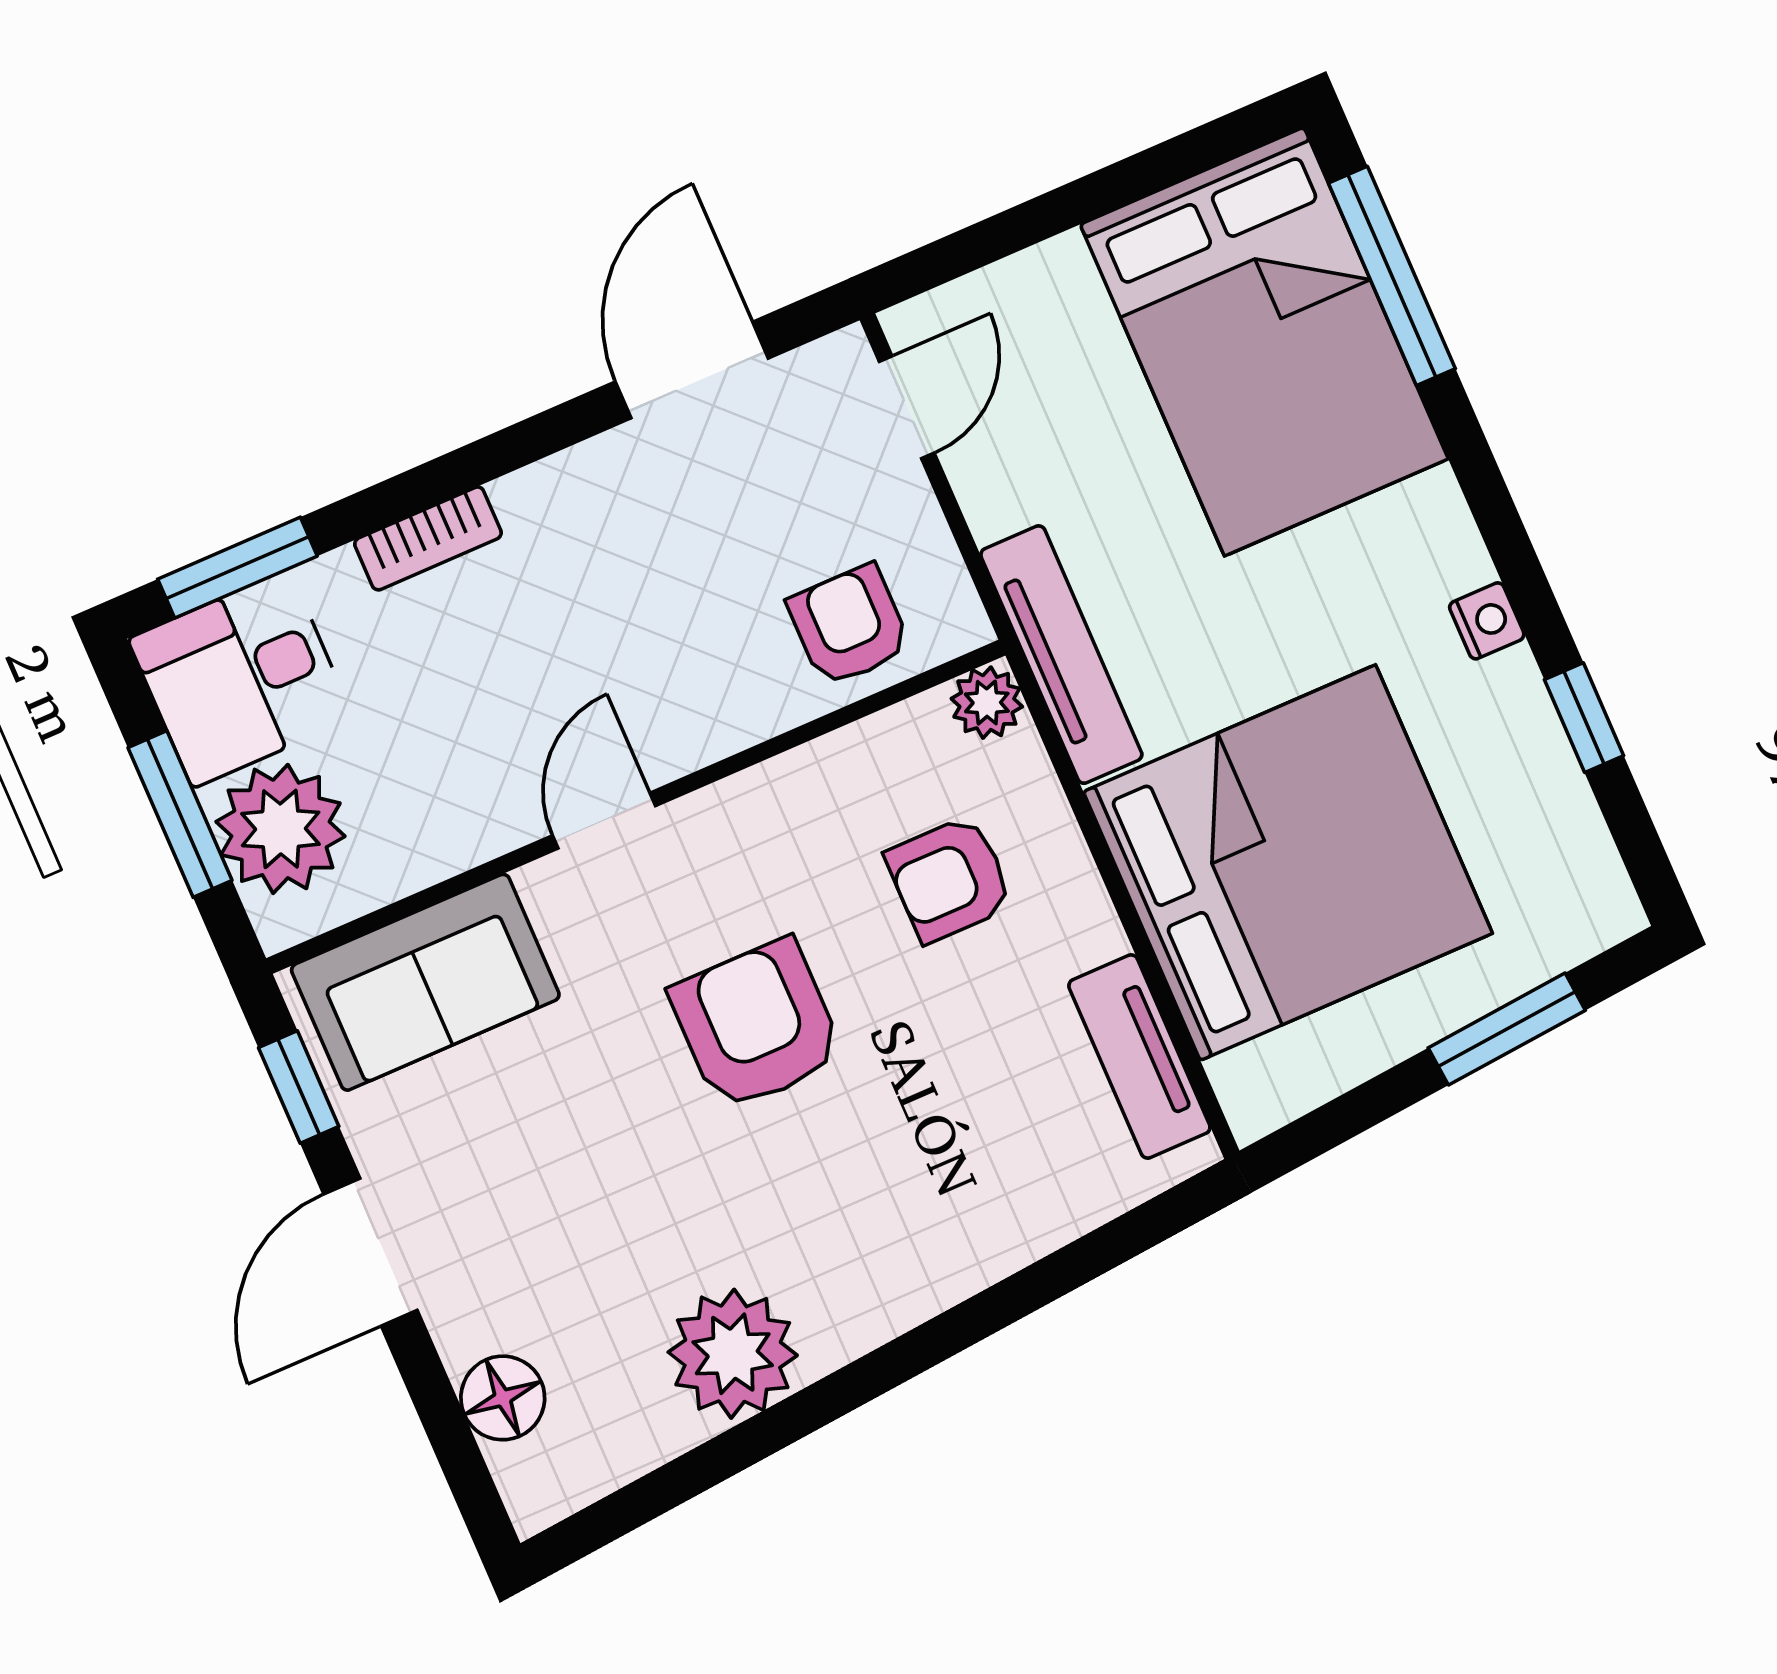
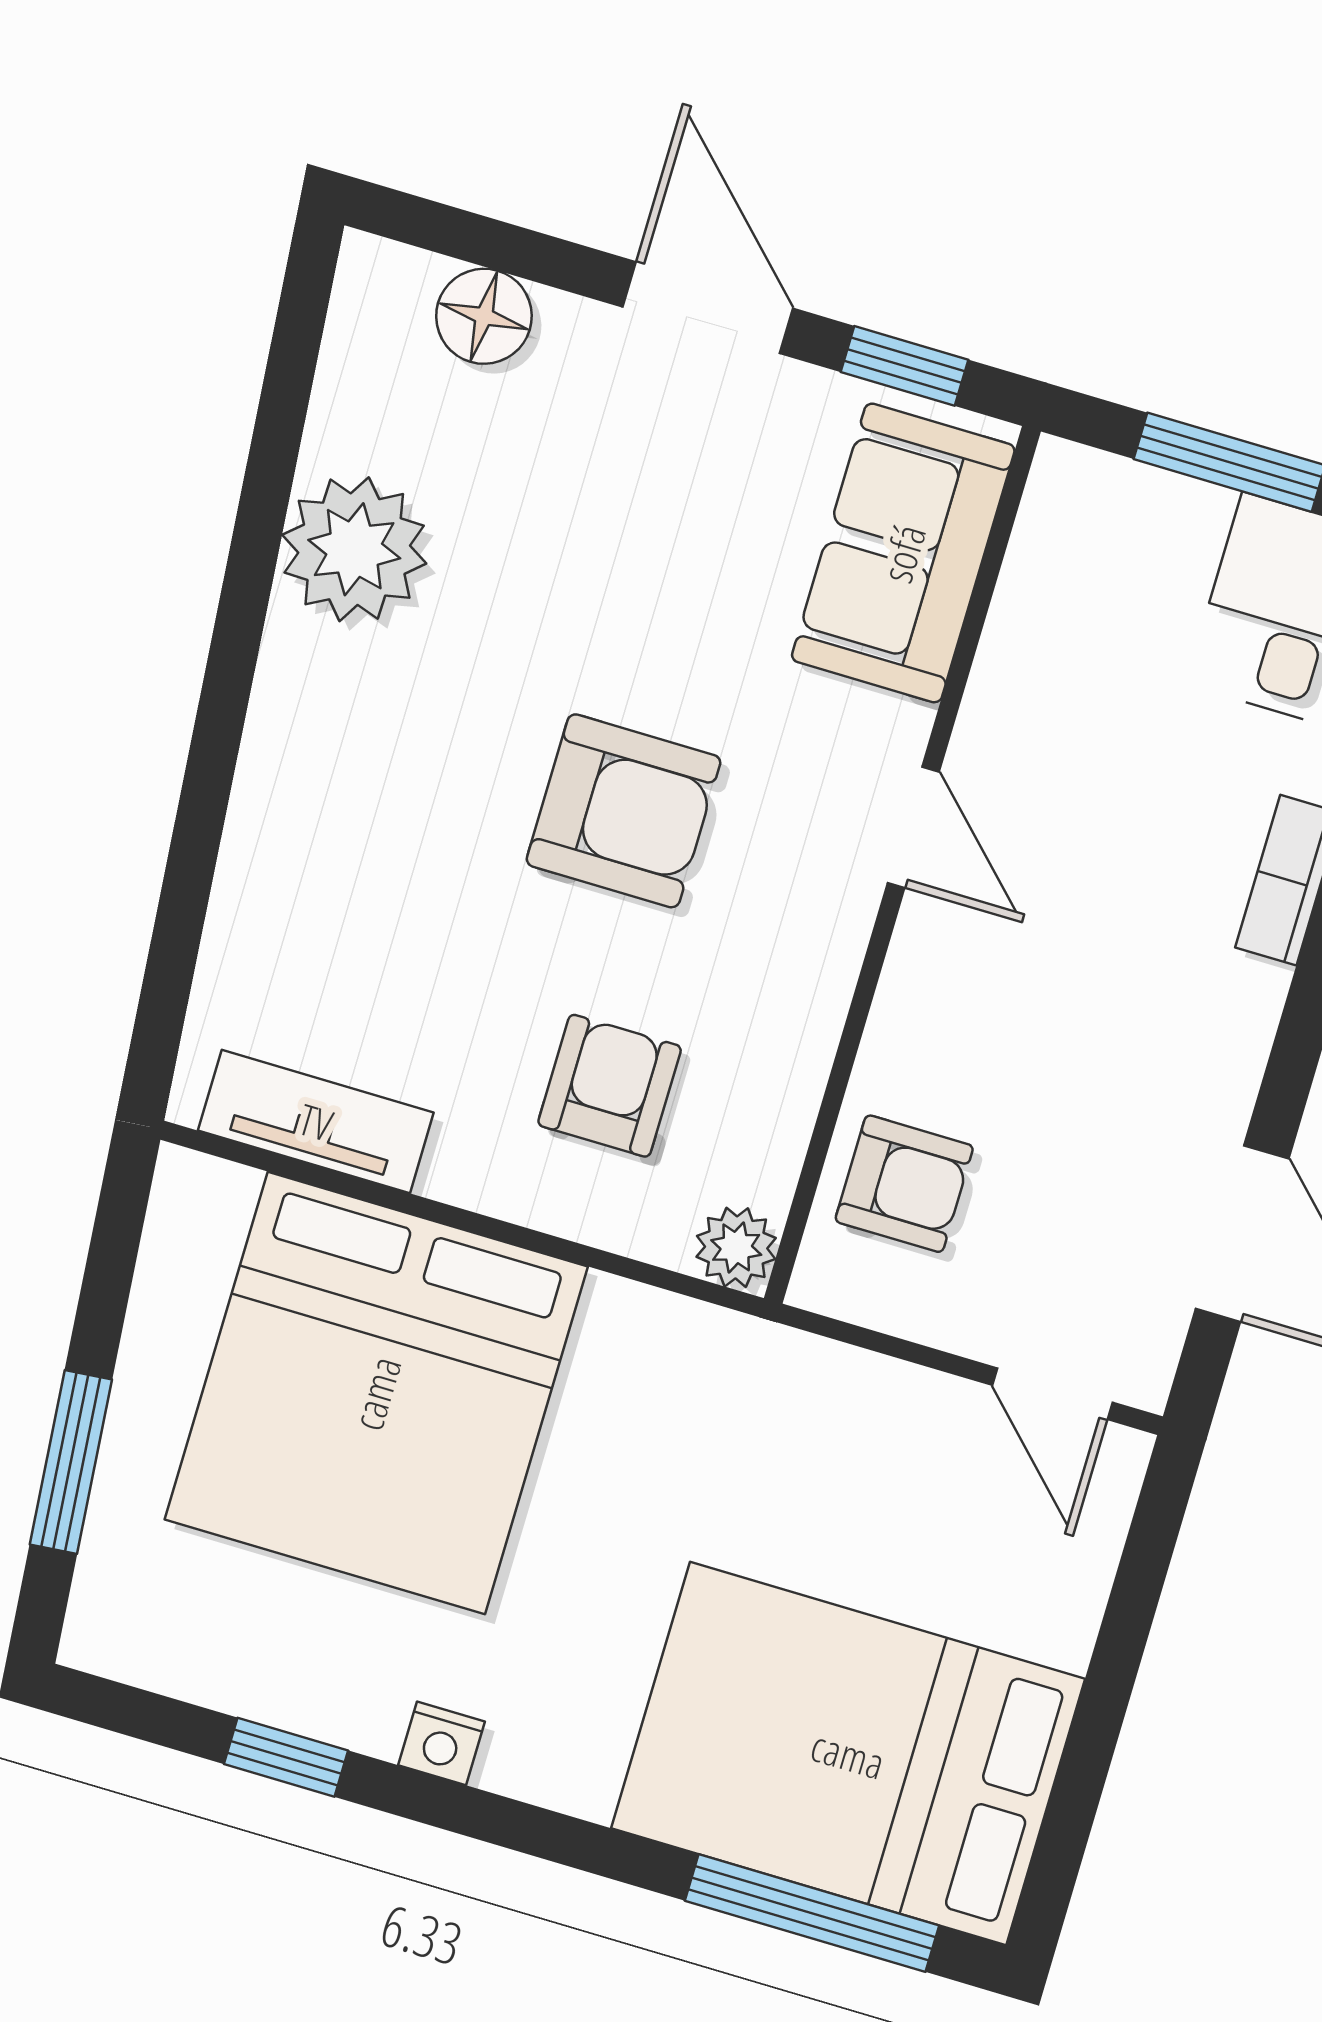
tv unit: (1061, 655) -> (724, 1348), removed
plant: (281, 829) -> (1143, 539), removed

